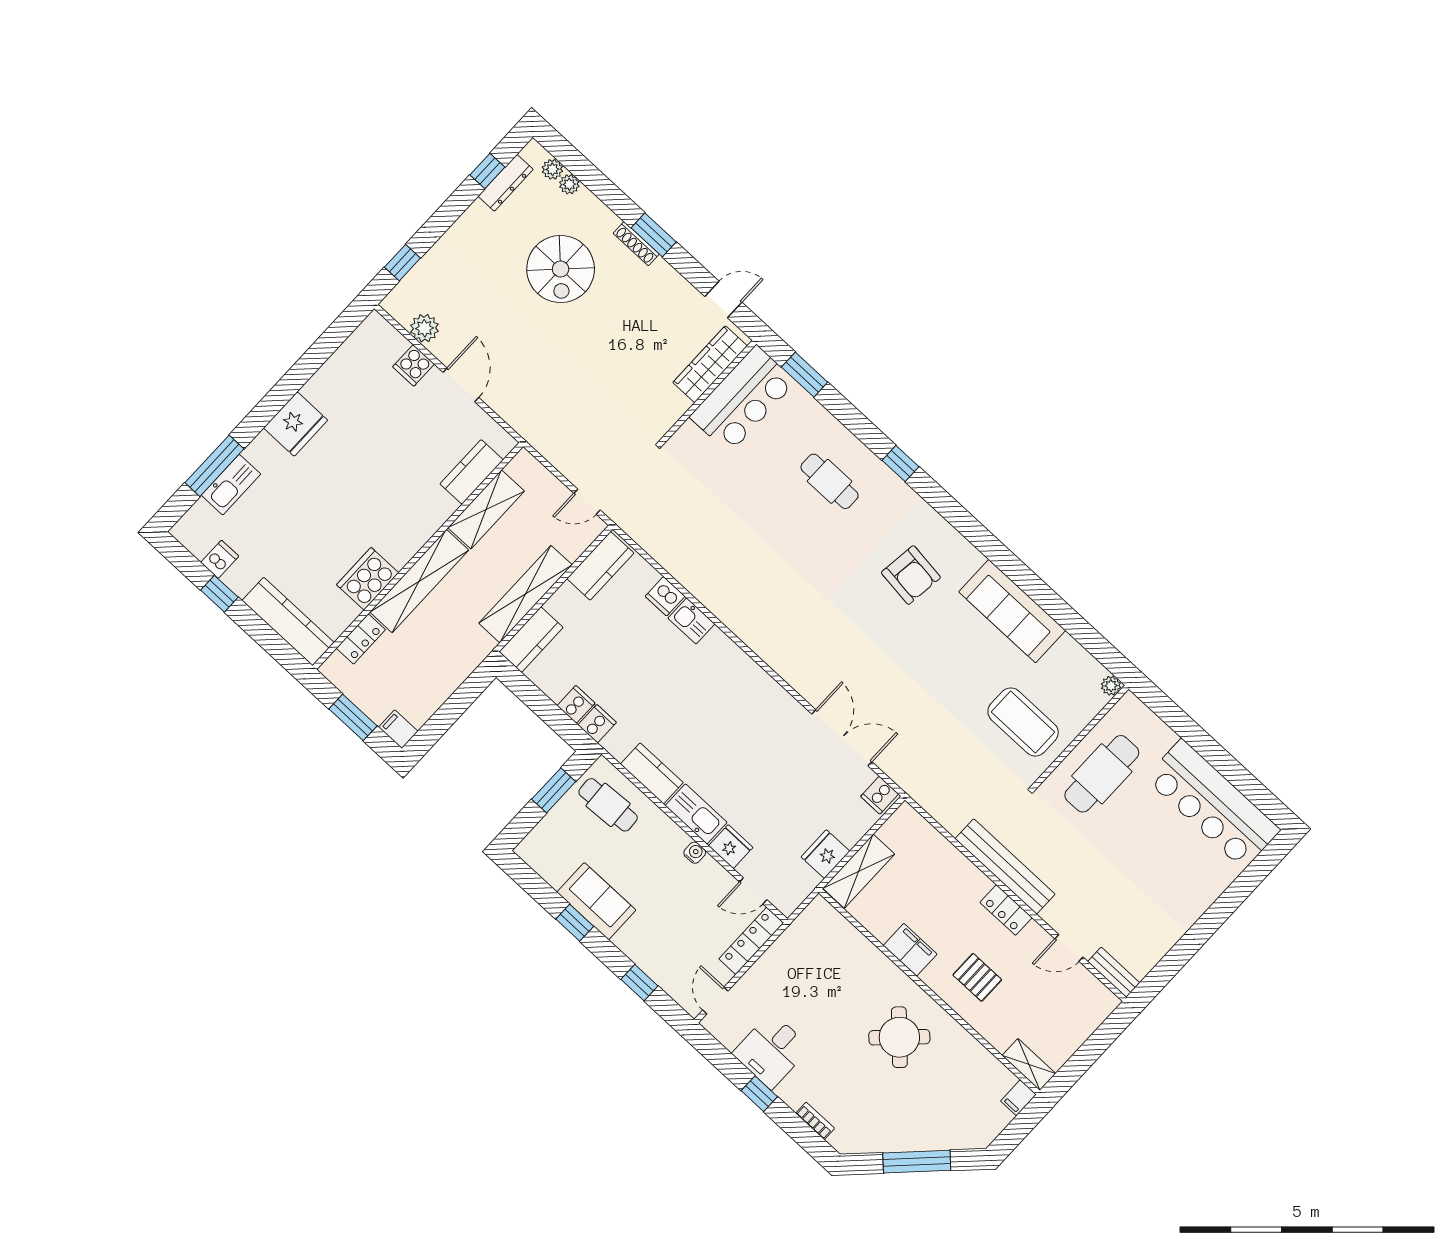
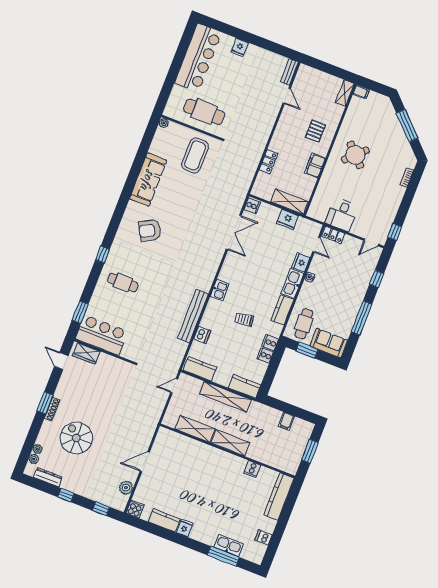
window: (487, 171) -> (66, 495), moved
spiral stairs: (561, 269) -> (76, 438), turned -90
wardrobe: (710, 364) -> (86, 353), width x0.67
cooker: (414, 365) -> (135, 509), moved, turned -90
fridge: (296, 424) -> (185, 528), width x0.53, depth x0.75
kitchen counter: (472, 472) -> (164, 520), moved, turned 180
cafe table: (830, 481) -> (123, 283), turned 90
door: (587, 502) -> (174, 386), swing flipped
armchair: (911, 575) -> (150, 230), turned -126
cooker: (368, 579) -> (252, 469), width x0.53, depth x0.76
shelving: (419, 581) -> (230, 443), width x0.68
window: (219, 594) -> (279, 532), removed
kitchen sink: (691, 621) -> (220, 290), moved
locker: (361, 639) -> (274, 461), removed
trolley: (663, 691) -> (244, 319), added
filing cabinet: (398, 729) -> (286, 421), moved
double door: (842, 738) -> (234, 232), swing flipped
bench: (1005, 867) -> (193, 316), moved
fridge: (1201, 893) -> (240, 47), added
sofa: (596, 901) -> (329, 343), moved, turned 90
locker: (1006, 910) -> (269, 162), moved
window: (575, 923) -> (362, 318), width x2.17
locker: (751, 941) -> (333, 235), width x0.66
desk: (771, 1051) -> (342, 215), moved, turned 90
window: (759, 1094) -> (395, 232), moved

